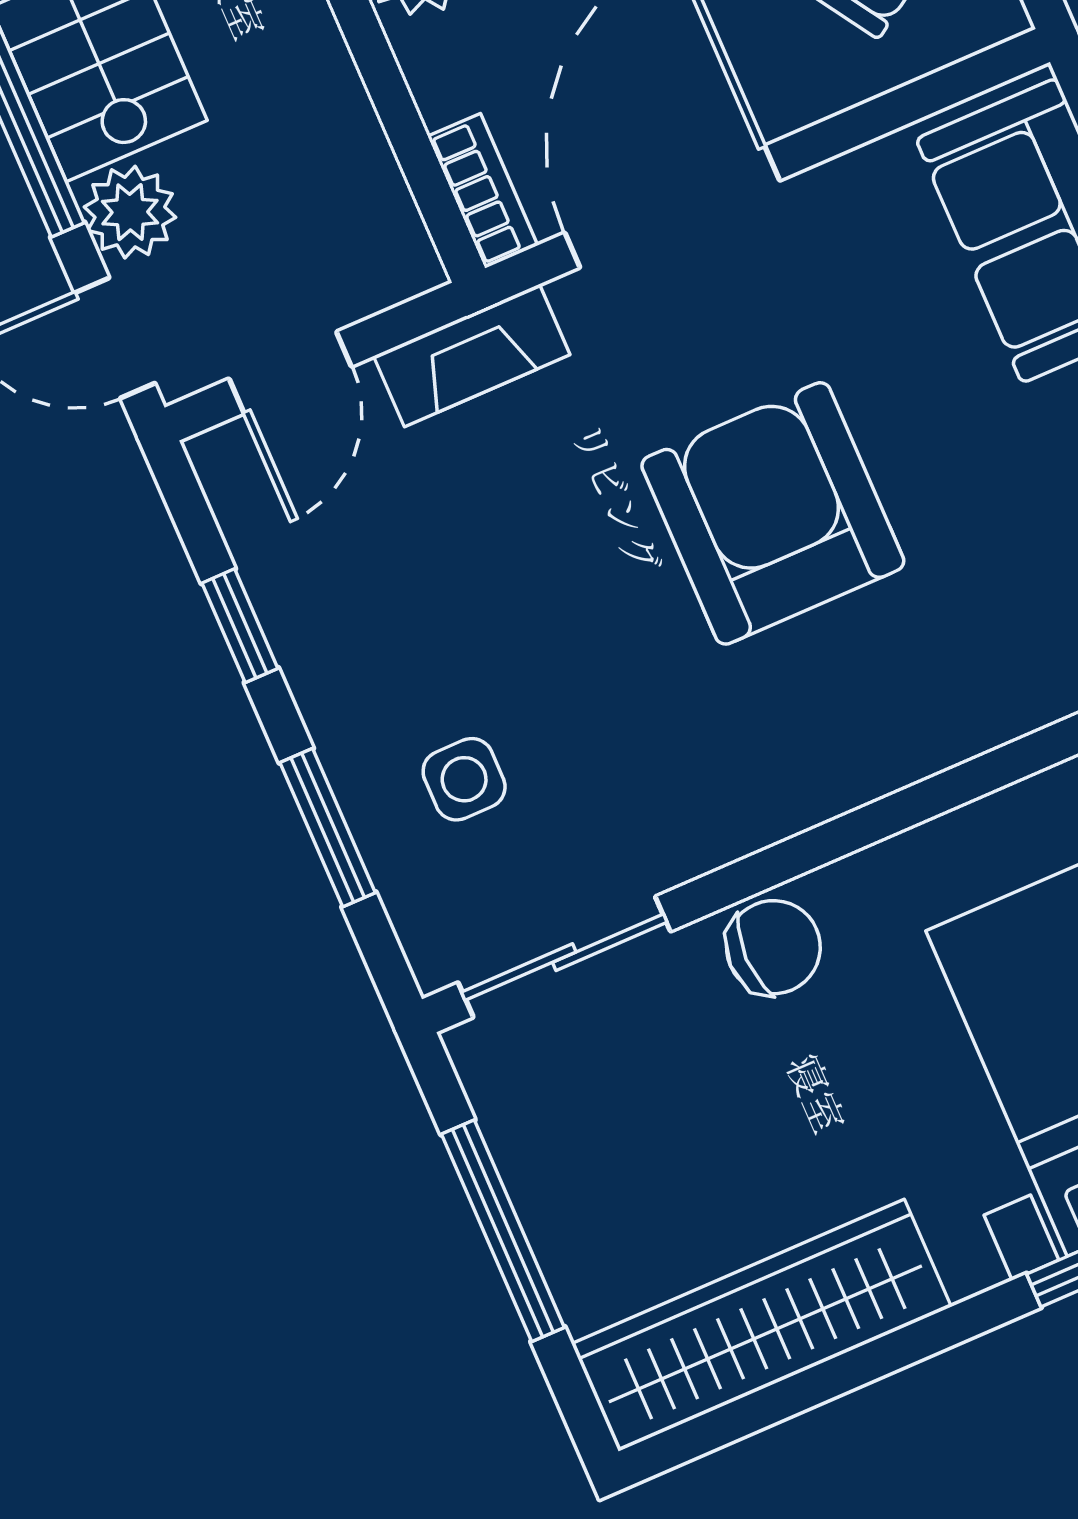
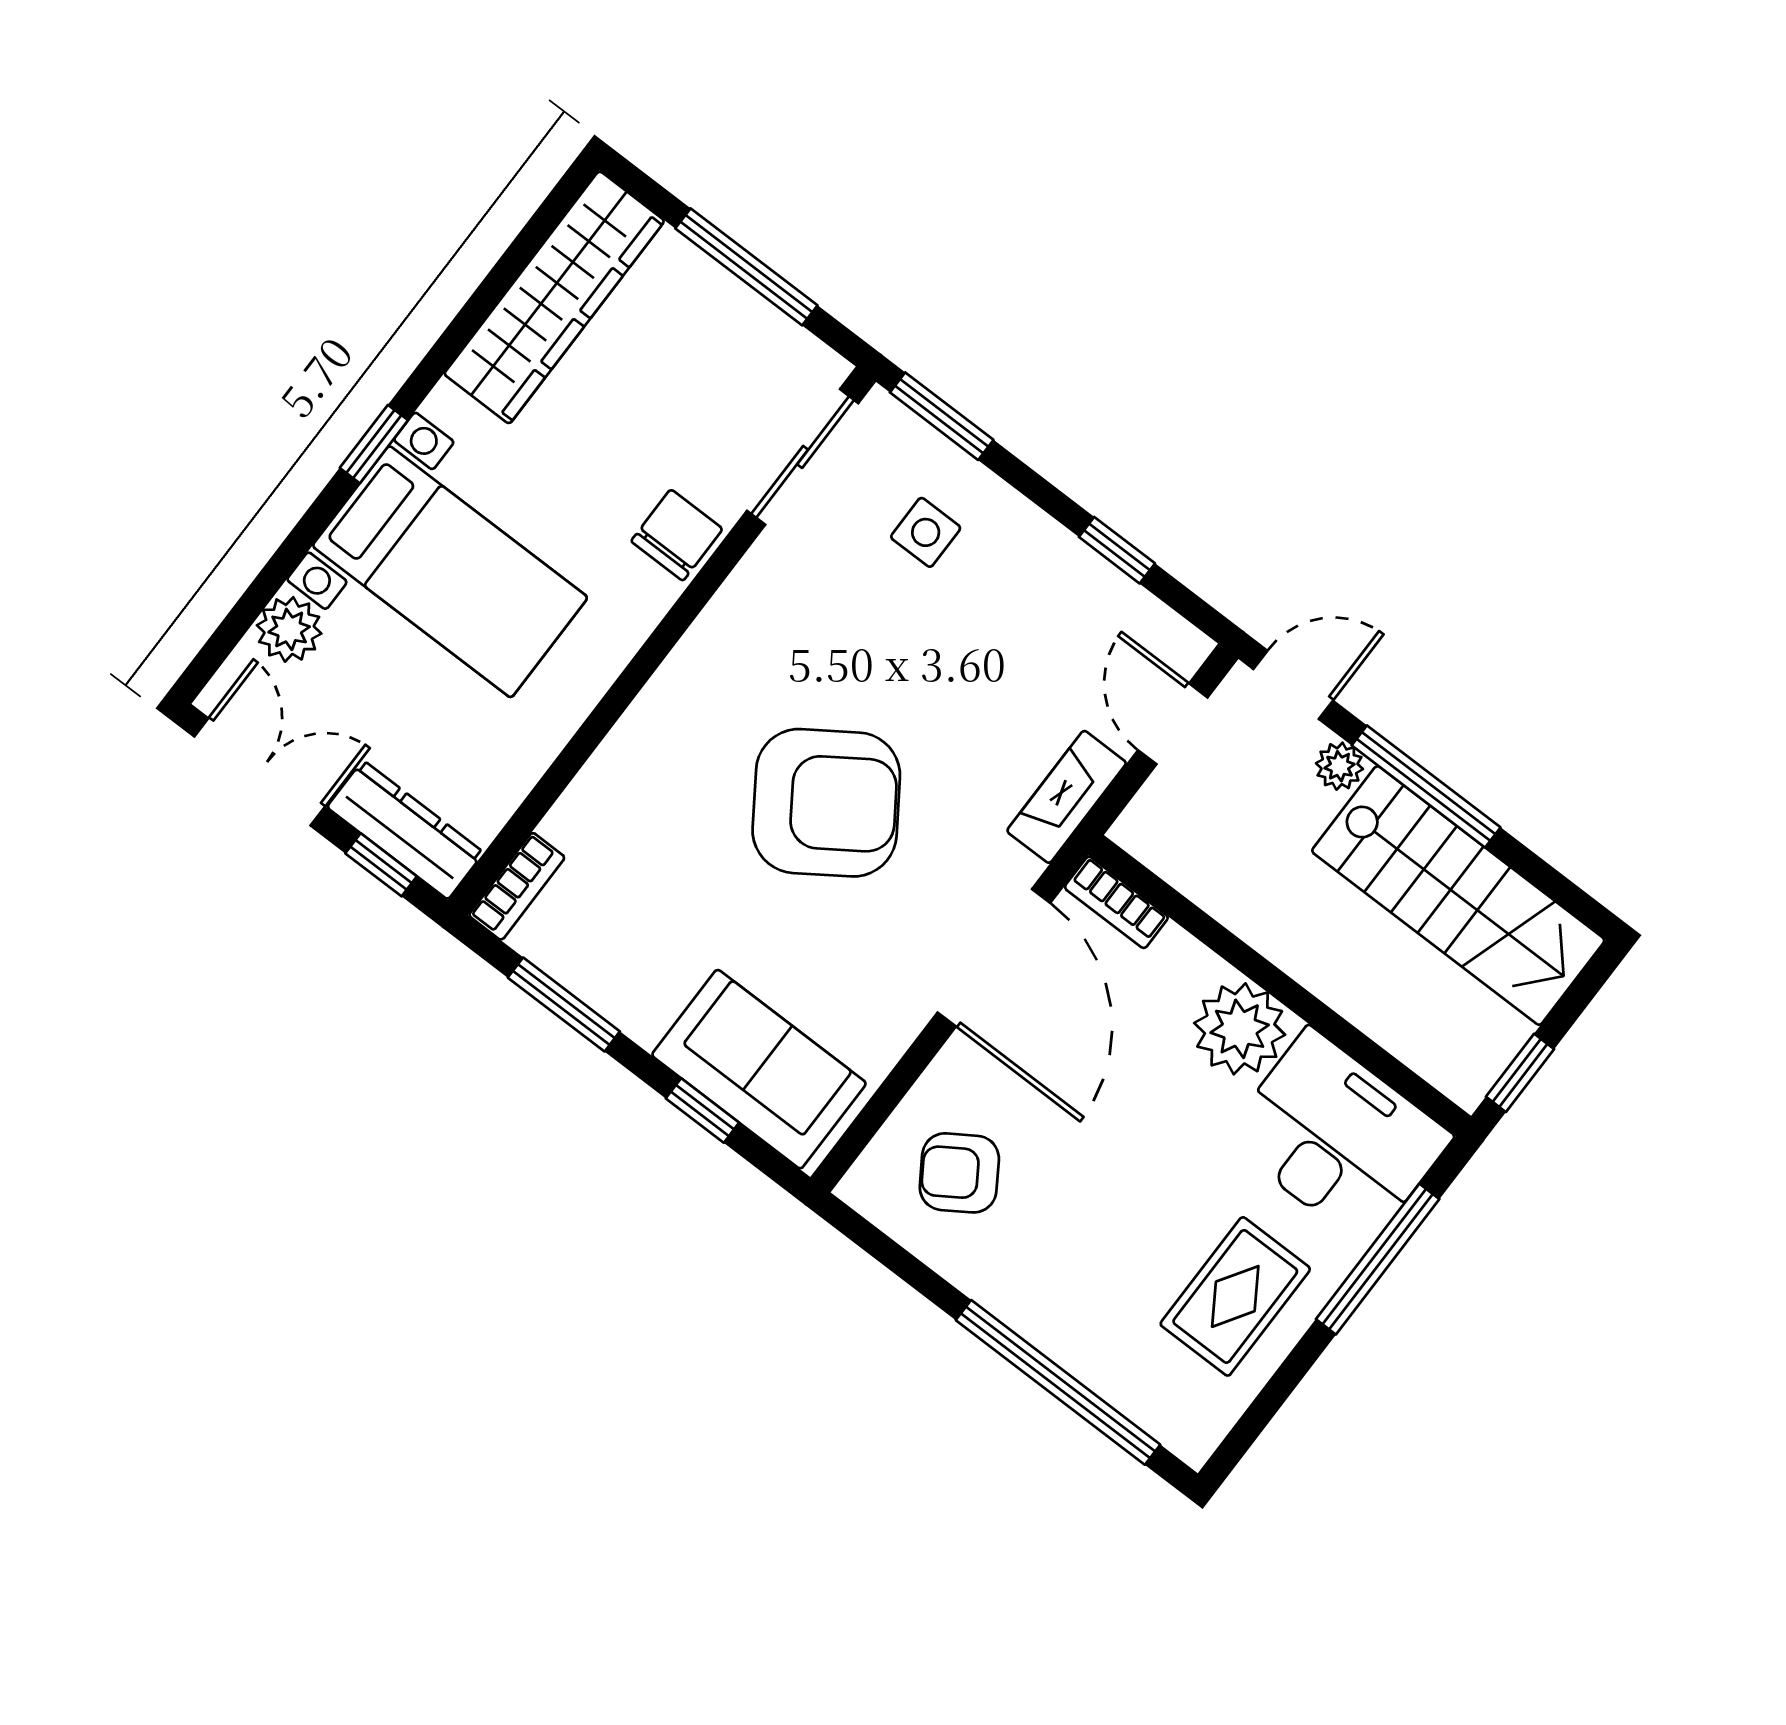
plant: (130, 212) -> (1339, 766), width x0.73, depth x0.73
armchair: (773, 513) -> (826, 803), turned -34
window: (328, 828) -> (942, 416), moved
chair: (773, 947) -> (677, 535), turned 180

